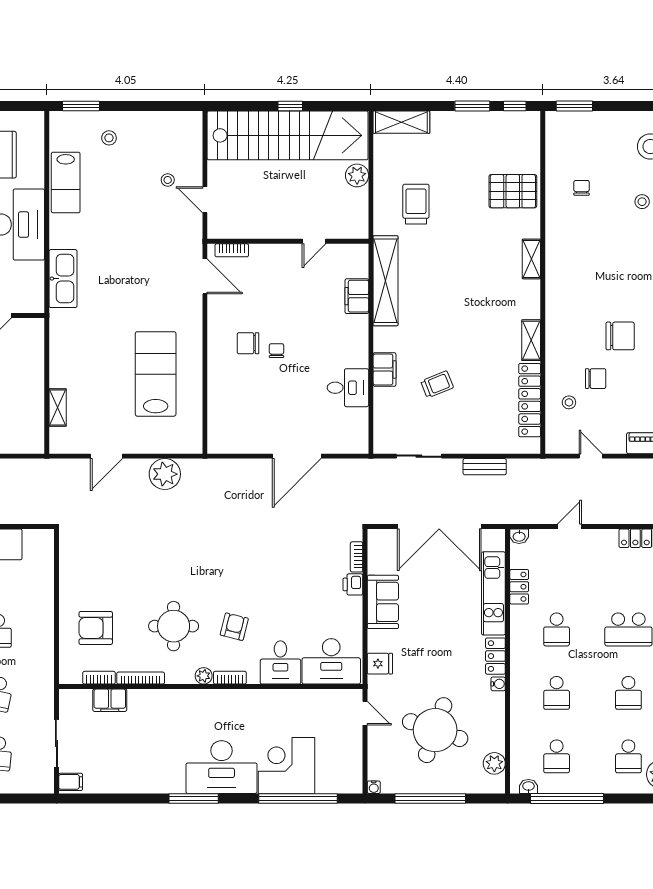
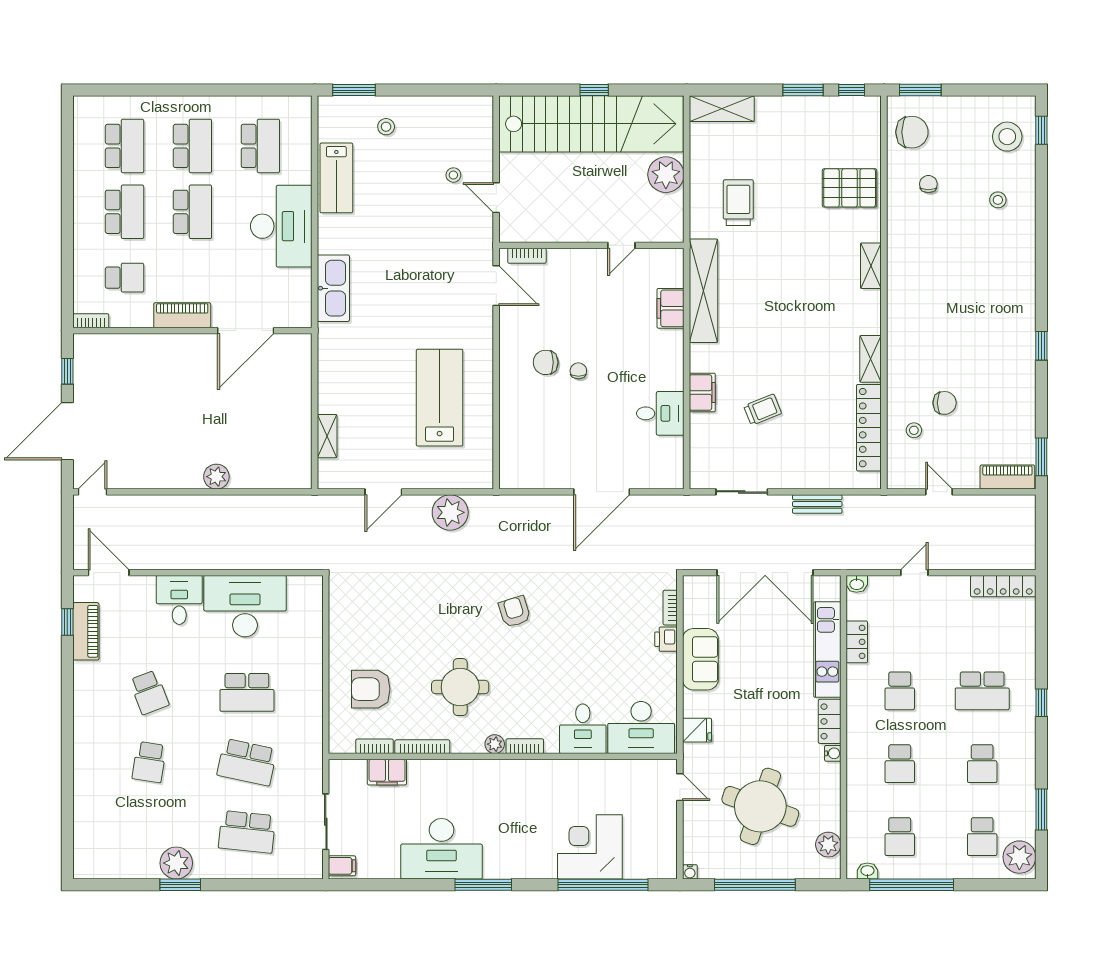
plant: (357, 175) -> (666, 175), width x1.36, depth x1.36
chair: (620, 336) -> (912, 132), moved
armchair: (234, 627) -> (515, 612), moved, turned -31
desk: (222, 767) -> (441, 849), moved

